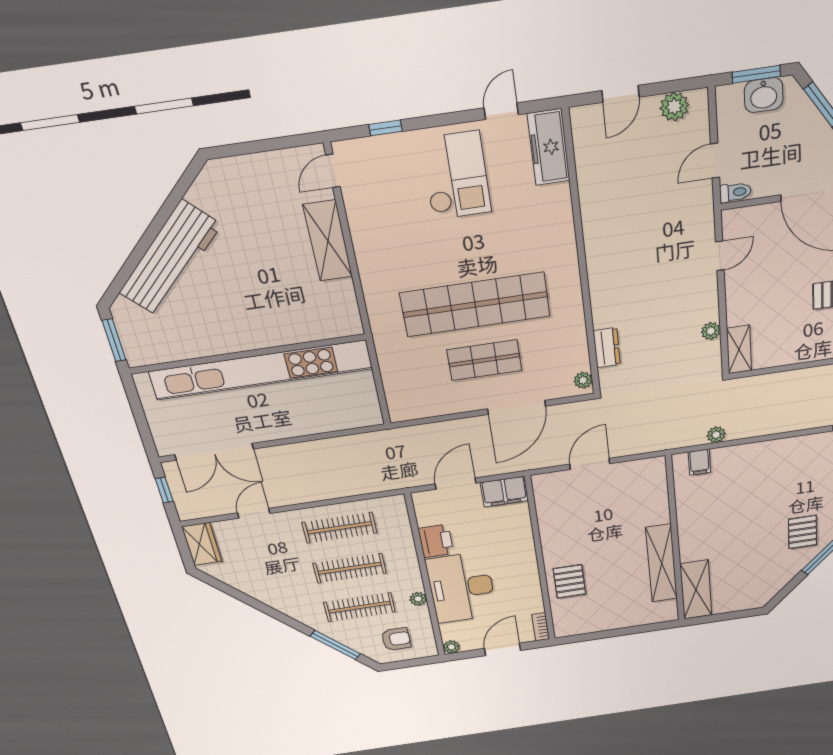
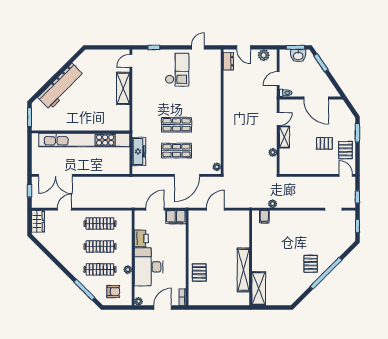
door: (620, 94) -> (244, 47), hinge flipped
freezer: (549, 147) -> (139, 151), moved, turned 180
shop shelf: (475, 305) -> (177, 125), width x0.50, depth x0.74
dresser: (607, 348) -> (228, 61), moved
shelving: (739, 349) -> (284, 137), moved

